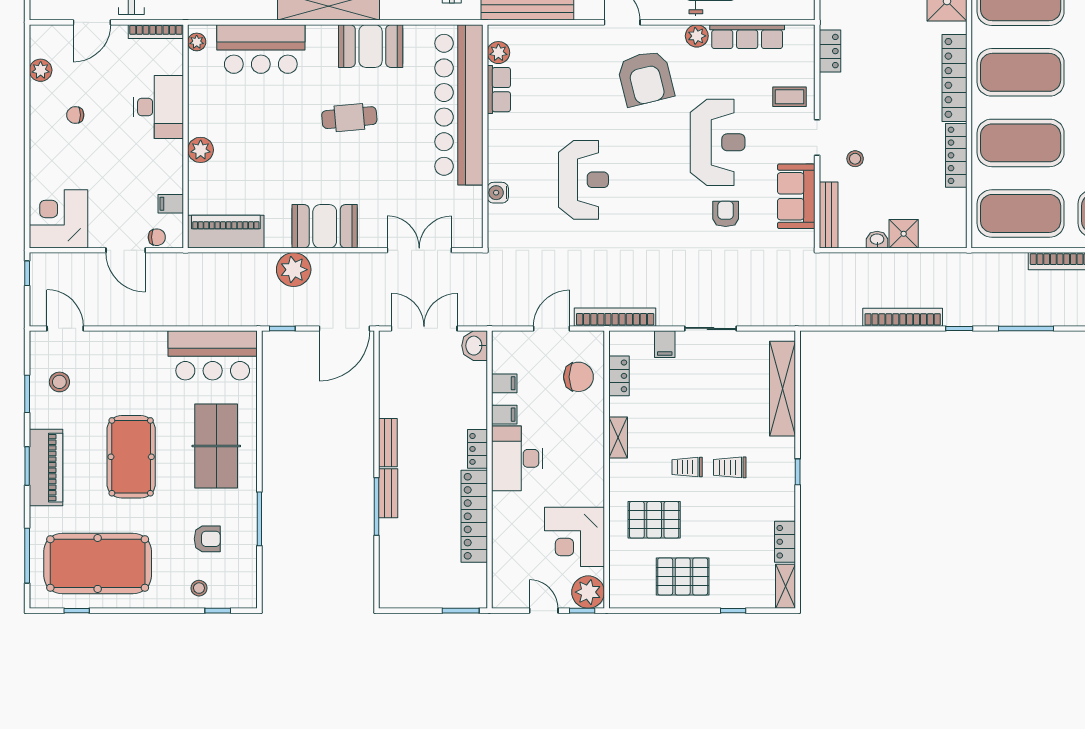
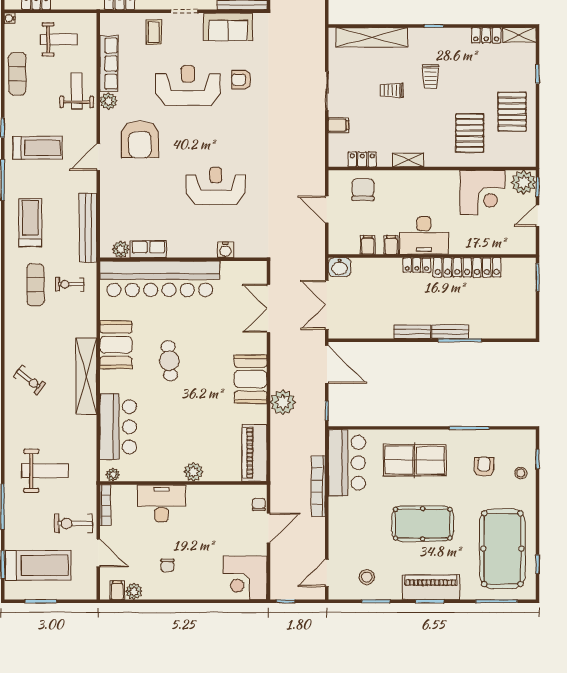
armchair: (645, 78) -> (140, 140), turned 104
filing cabinet: (171, 204) -> (117, 590), moved, turned 180
bookcase: (615, 317) -> (318, 486), moved
trolley: (687, 467) -> (392, 90), moved, turned 90

